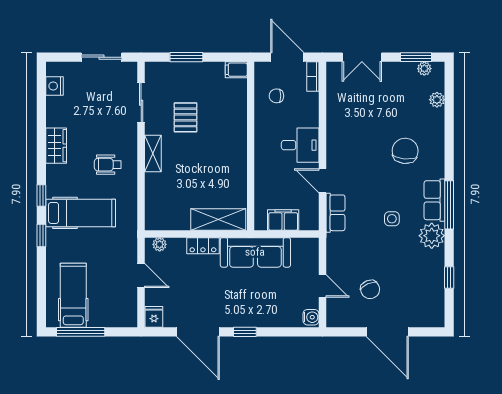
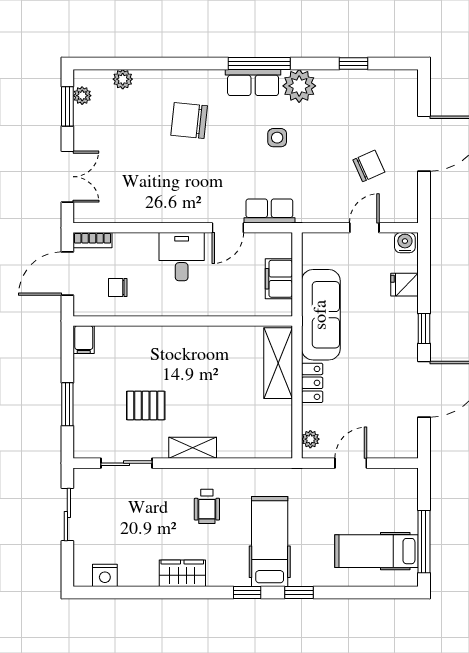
chair: (276, 96) -> (118, 287), turned 90
fridge: (154, 317) -> (405, 285), moved

